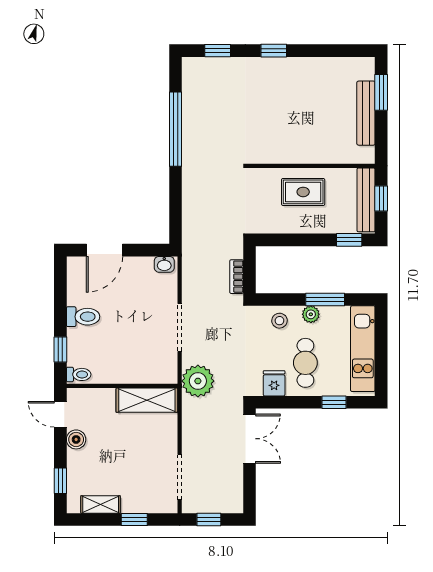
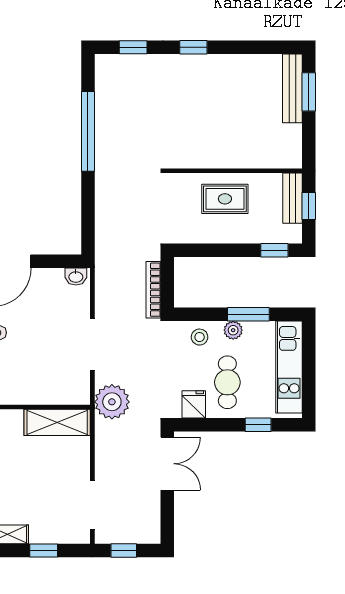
bench: (366, 113) -> (292, 88), moved
bench: (366, 200) -> (292, 198), width x0.73
bookcase: (237, 277) -> (153, 290), width x1.56

